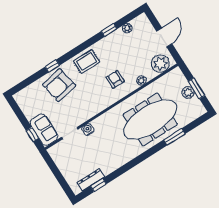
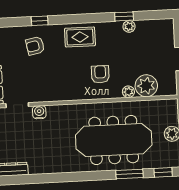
plant: (127, 28) -> (129, 26), moved
plant: (160, 64) -> (146, 86), moved
armchair: (59, 85) -> (35, 46), width x0.53, depth x0.53
window: (98, 185) -> (163, 172), moved

